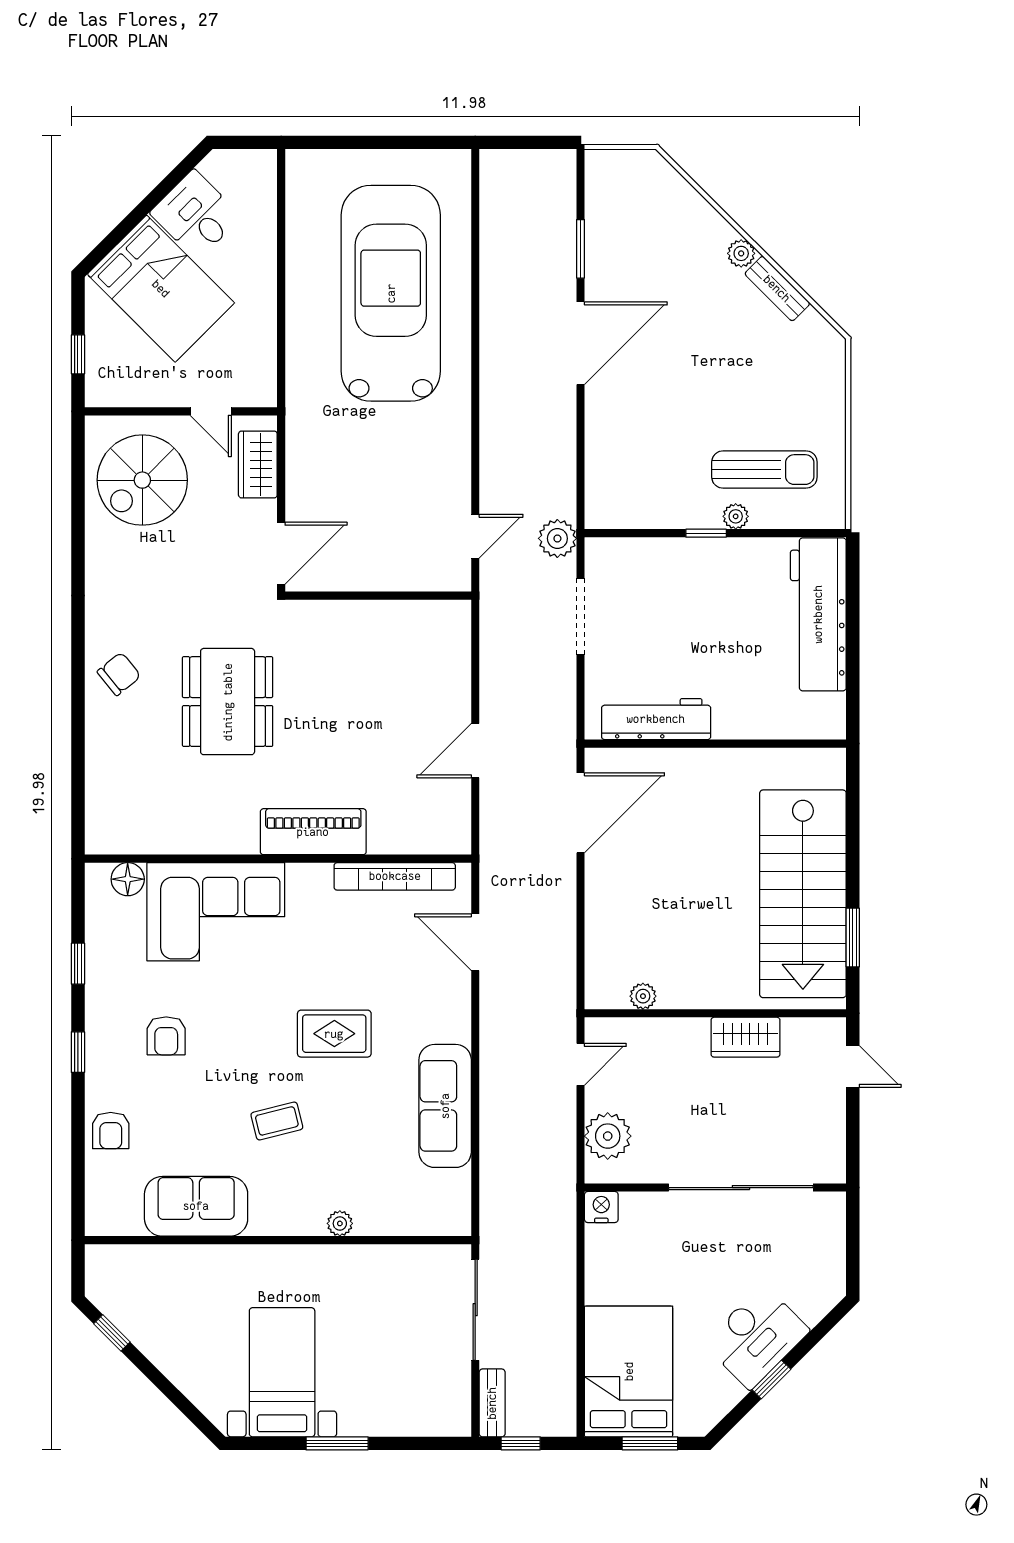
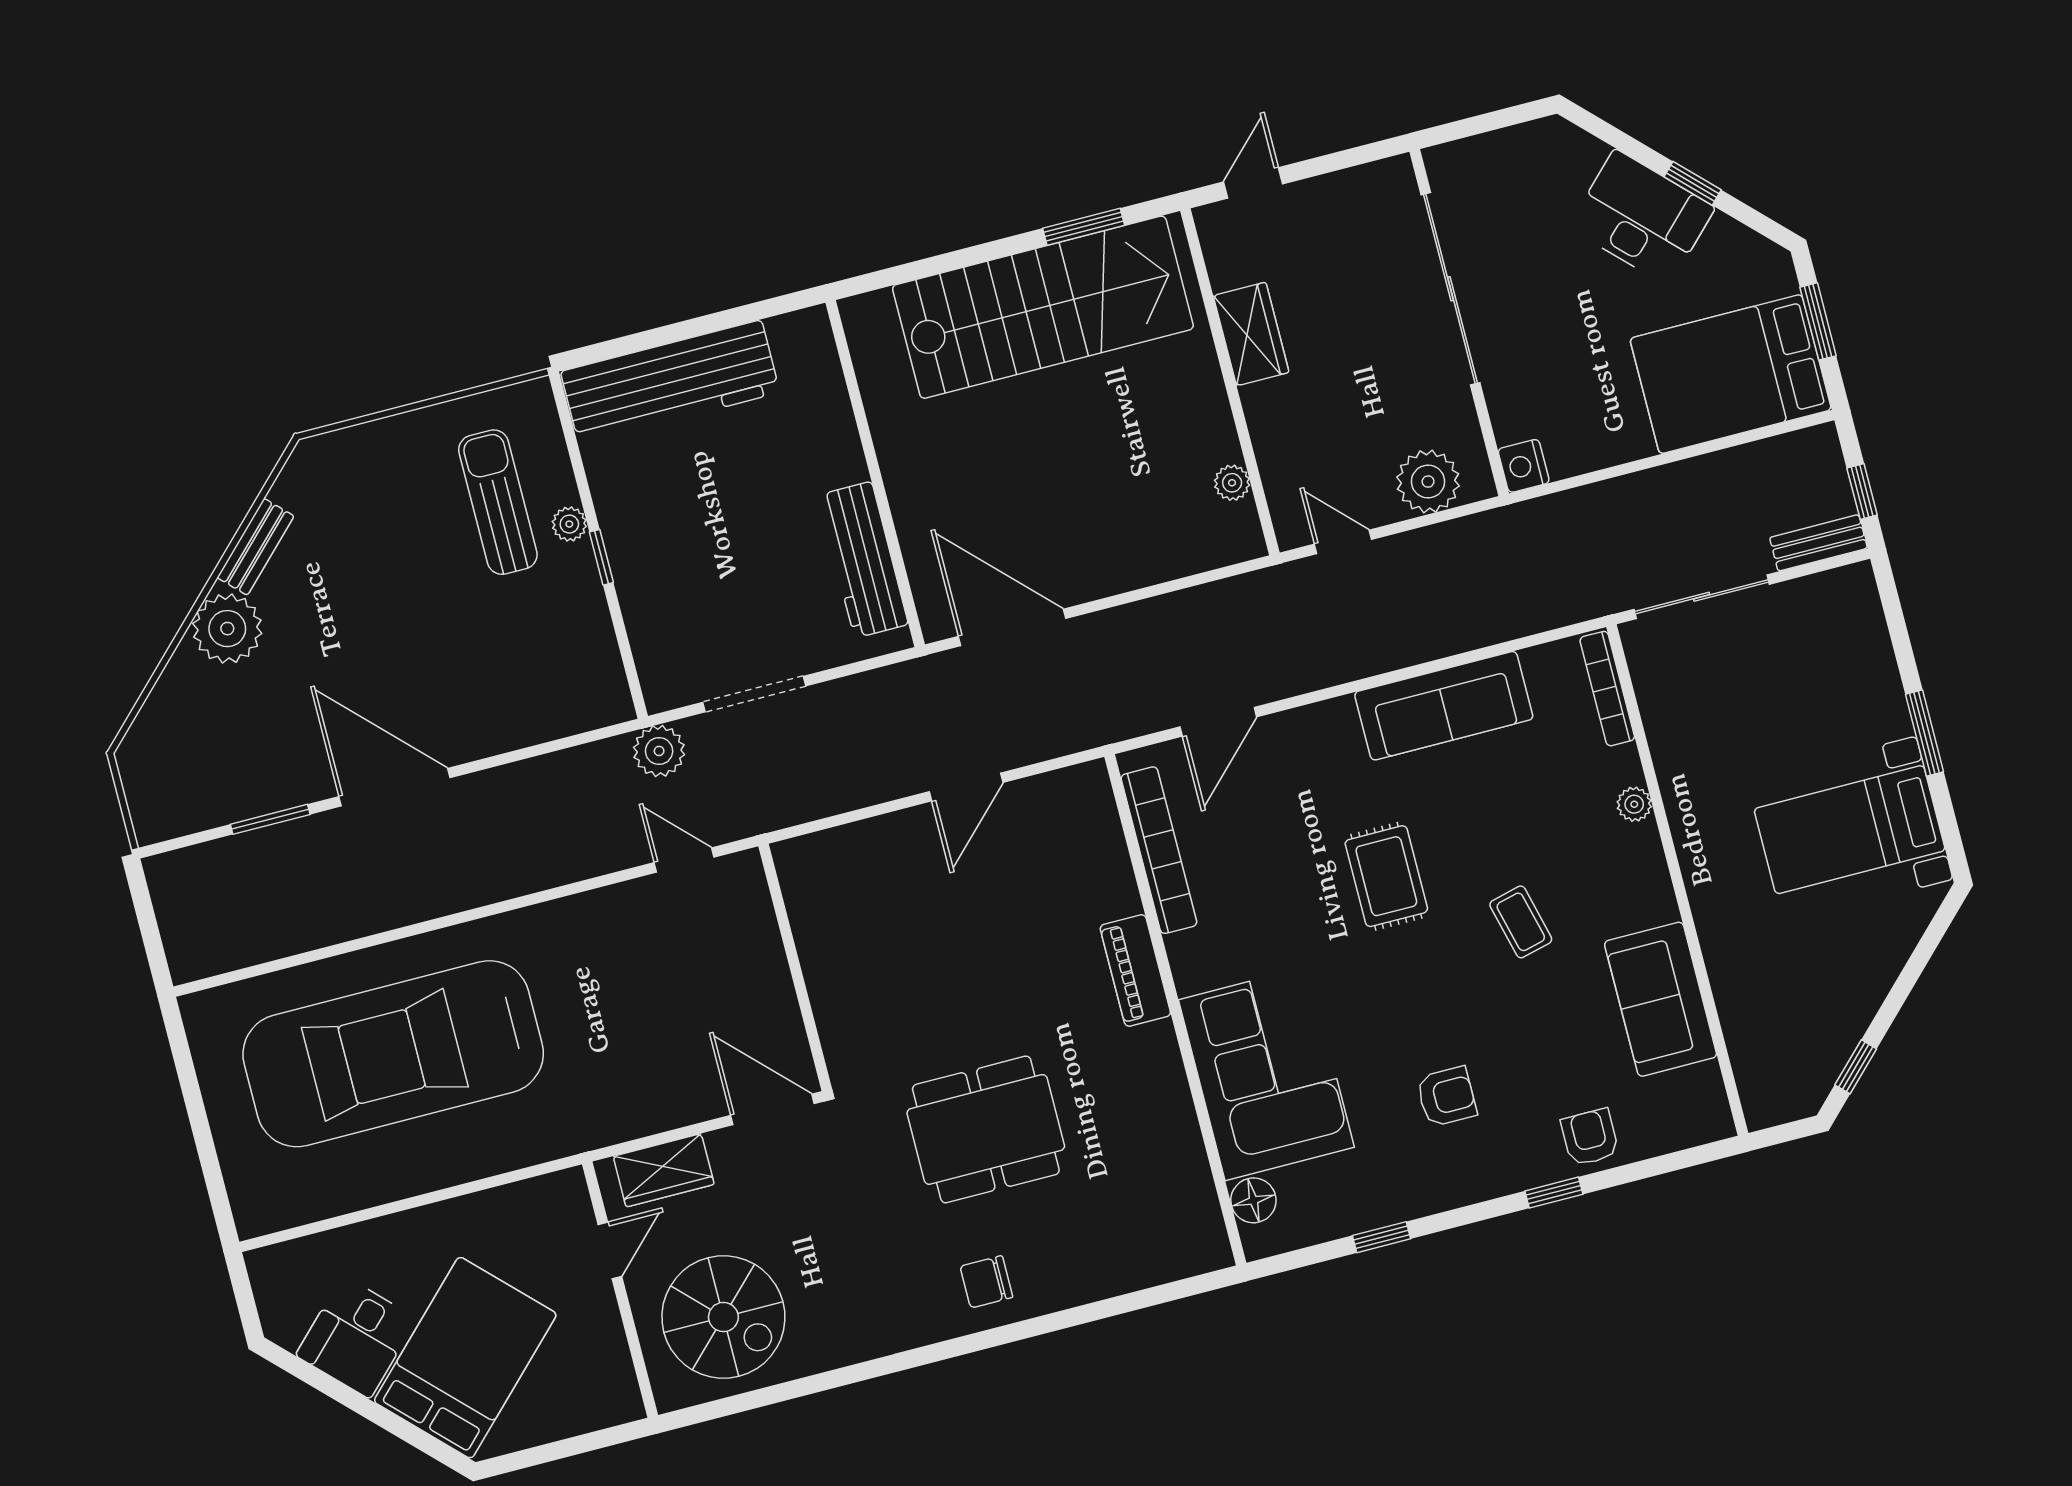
plant: (741, 253) -> (227, 629), width x1.87, depth x1.87
window: (78, 354) -> (580, 1444), removed
chair: (119, 674) -> (986, 1282), turned -51
door: (475, 751) -> (966, 787), hinge flipped
piano: (313, 832) -> (1135, 970), width x0.73, depth x0.75
window: (78, 1052) -> (1554, 1193), moved
armchair: (111, 1131) -> (1590, 1137), turned -90
bookcase: (427, 1226) -> (1607, 689), added

